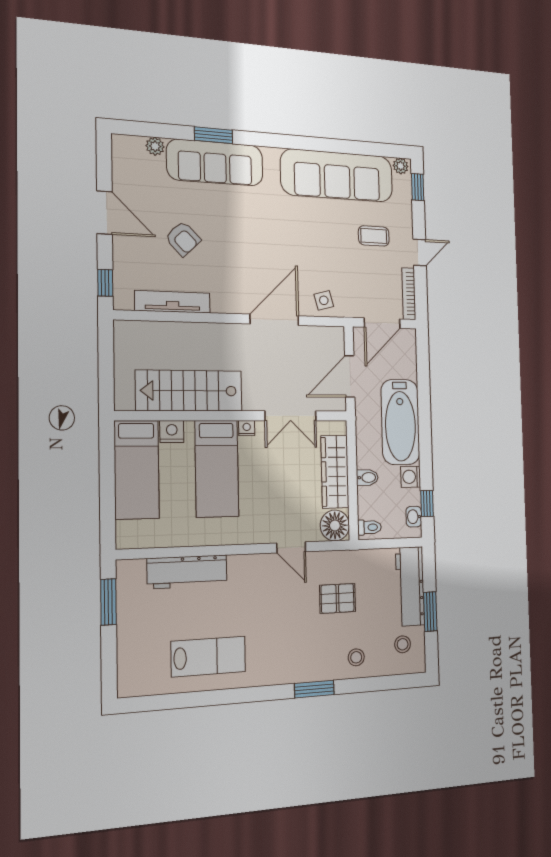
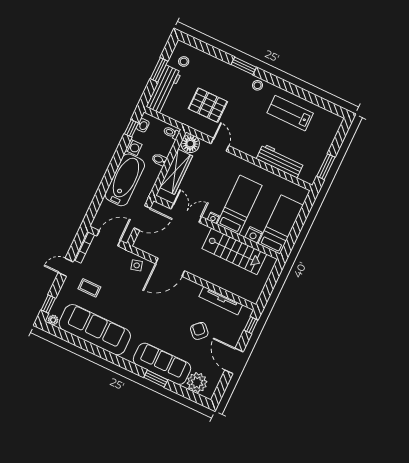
plant: (155, 146) -> (197, 383), width x1.87, depth x1.87
pallet: (338, 598) -> (208, 105), width x1.50, depth x1.42
stool: (356, 657) -> (257, 85), moved

